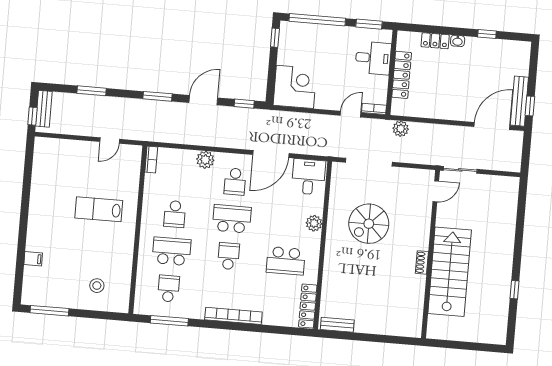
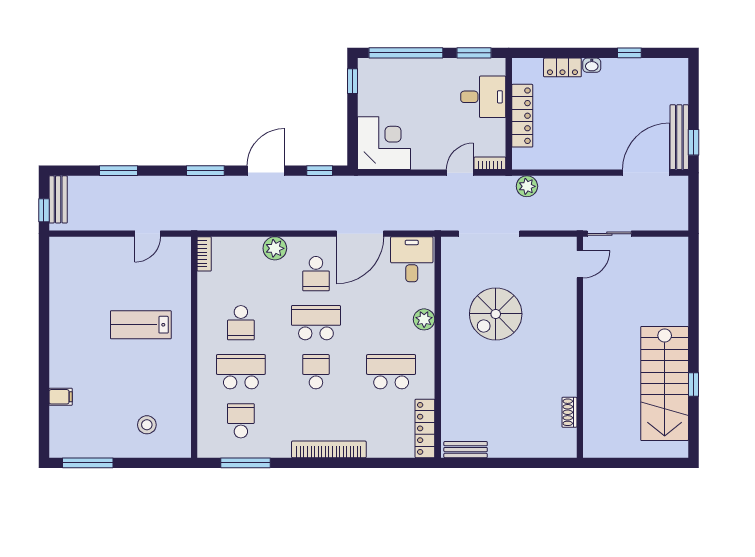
school desk: (286, 261) -> (391, 372), turned 180
shoe rack: (422, 262) -> (569, 412), moved
stairs: (450, 272) -> (665, 383), moved, turned 180

